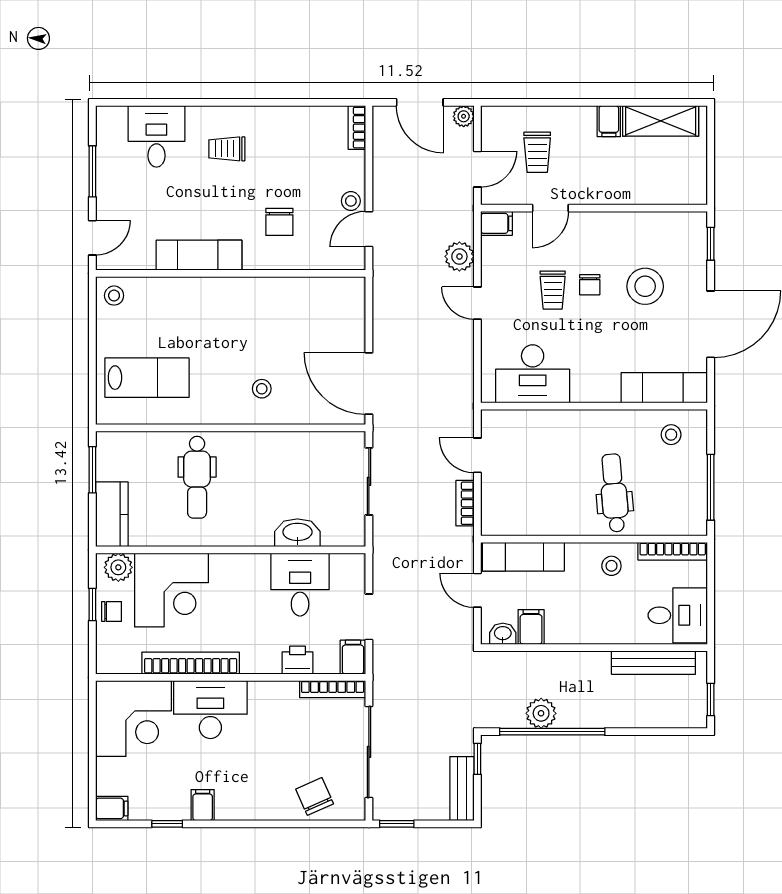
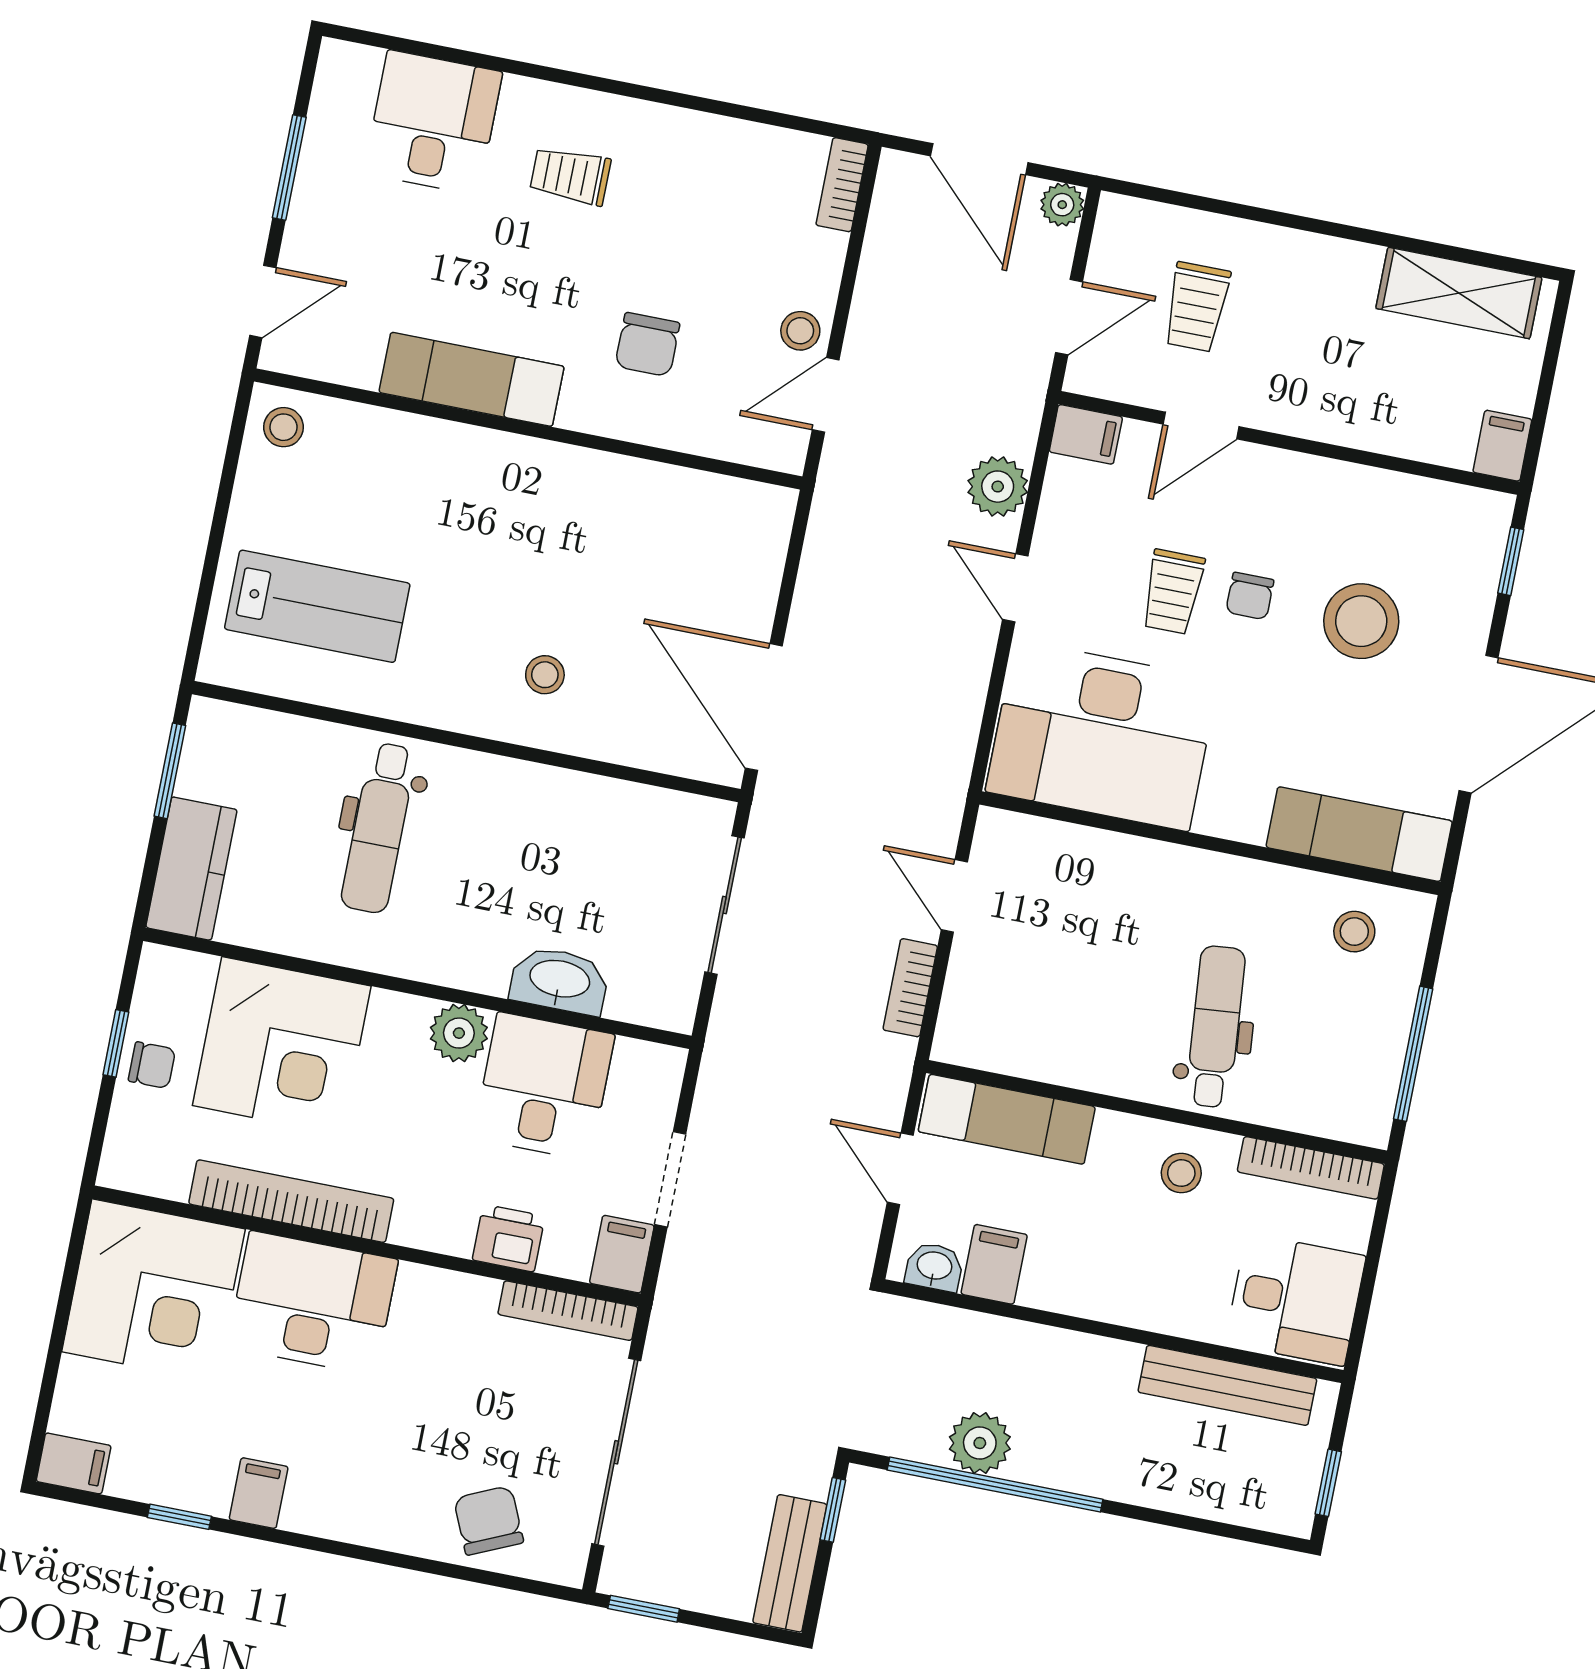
filing cabinet: (609, 121) -> (1502, 446), moved, turned 180
desk: (533, 374) -> (1102, 736), width x1.36, depth x1.30
plant: (118, 567) -> (459, 1033), moved

